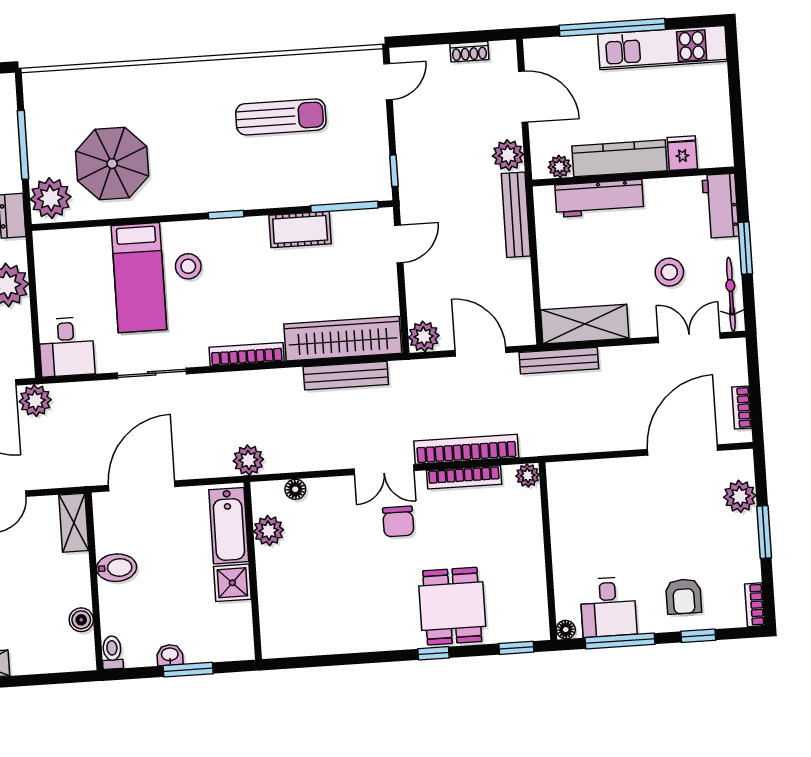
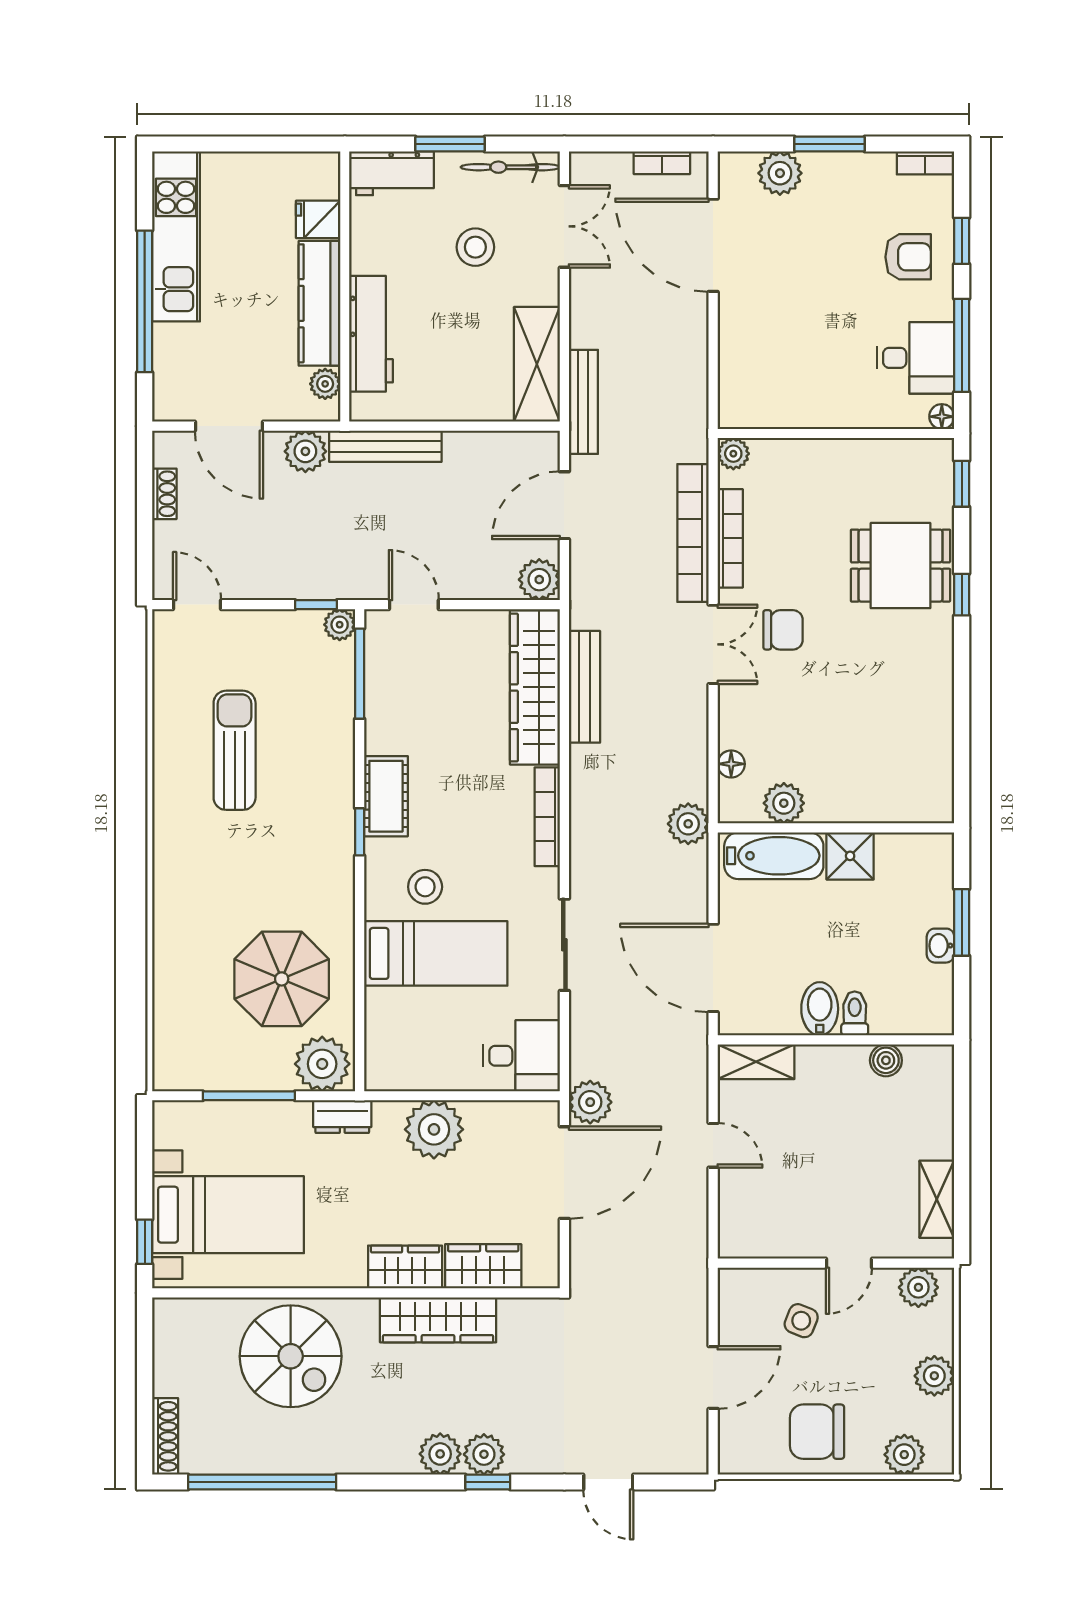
door: (523, 97) -> (229, 426), swing flipped
plant: (380, 189) -> (340, 625), added
cot: (300, 229) -> (386, 796), moved
double door: (689, 338) -> (564, 226), swing flipped
toilet: (112, 652) -> (855, 1013), moved, turned 90

